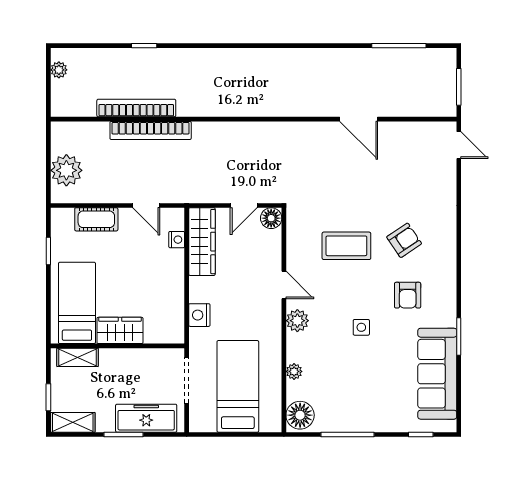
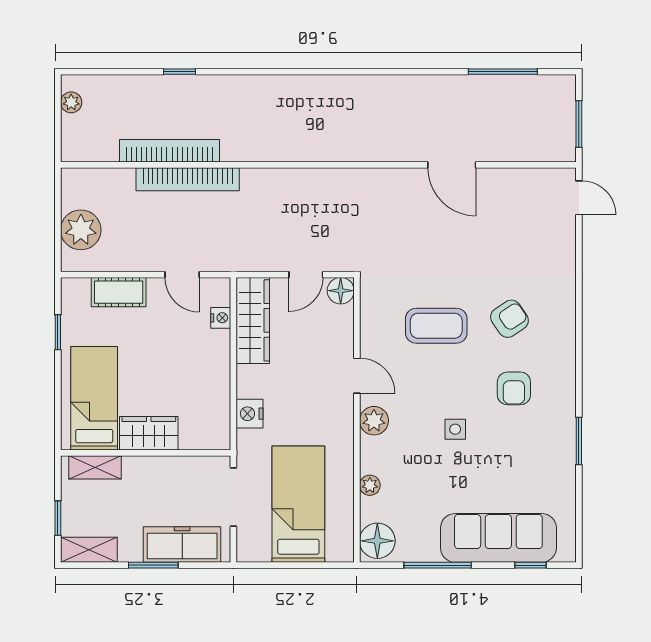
sofa: (437, 374) -> (498, 538), moved, turned 90

